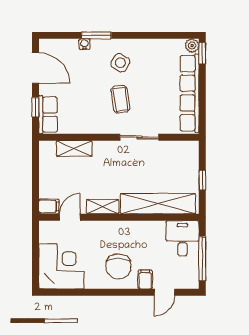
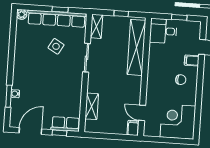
window: (96, 35) -> (9, 96), moved
window: (202, 53) -> (60, 9), moved
side table: (120, 63) -> (56, 46), moved
coffee table: (120, 99) -> (58, 70), removed
shelving: (103, 207) -> (96, 26), moved
window: (202, 259) -> (179, 17), width x0.46
chair: (118, 266) -> (181, 80), width x0.54, depth x0.54

